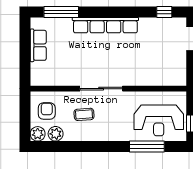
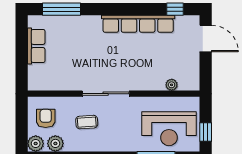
row of seats: (105, 25) -> (138, 24), moved
plant: (161, 81) -> (172, 85), added

